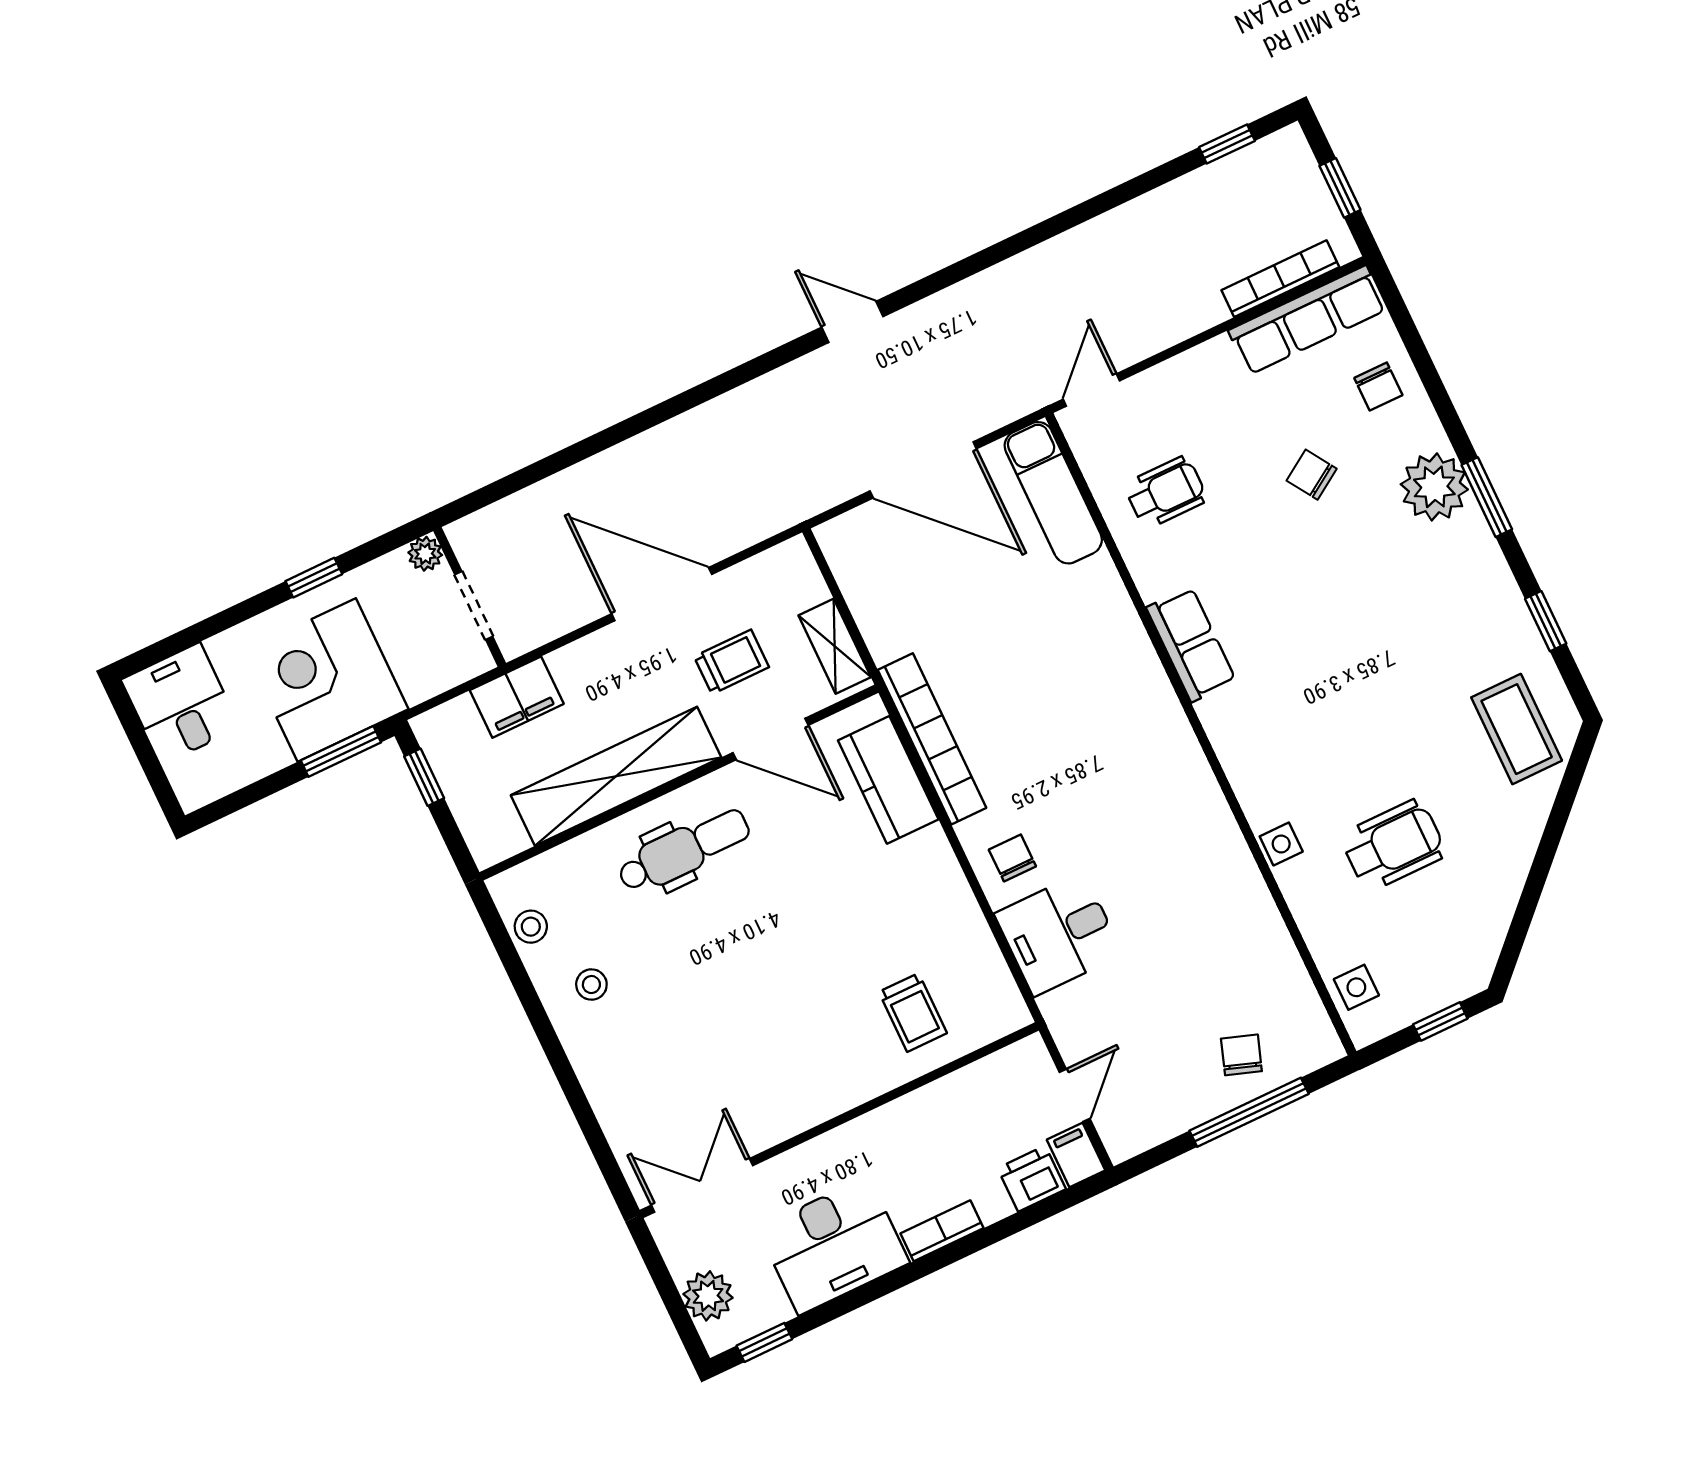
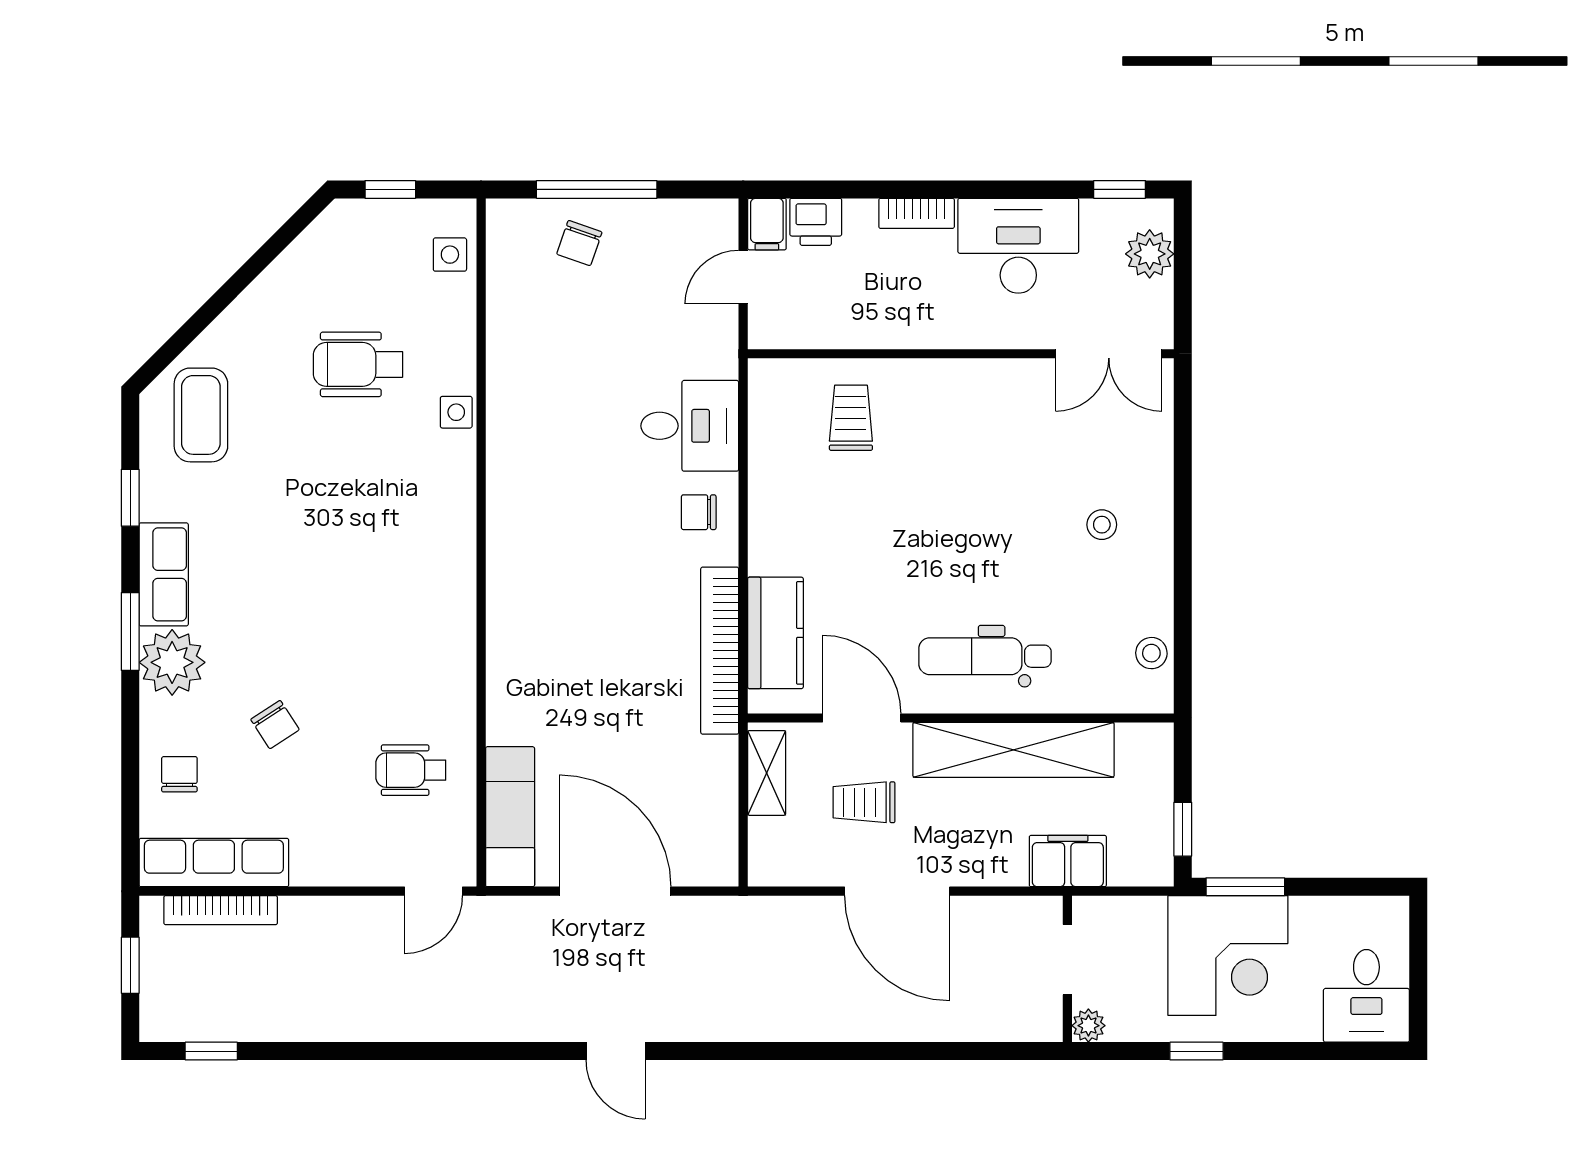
row of seats: (1191, 644) -> (164, 574), moved, turned 180
chair: (1012, 858) -> (699, 512), turned 90
stool: (591, 985) -> (1102, 525), moved

